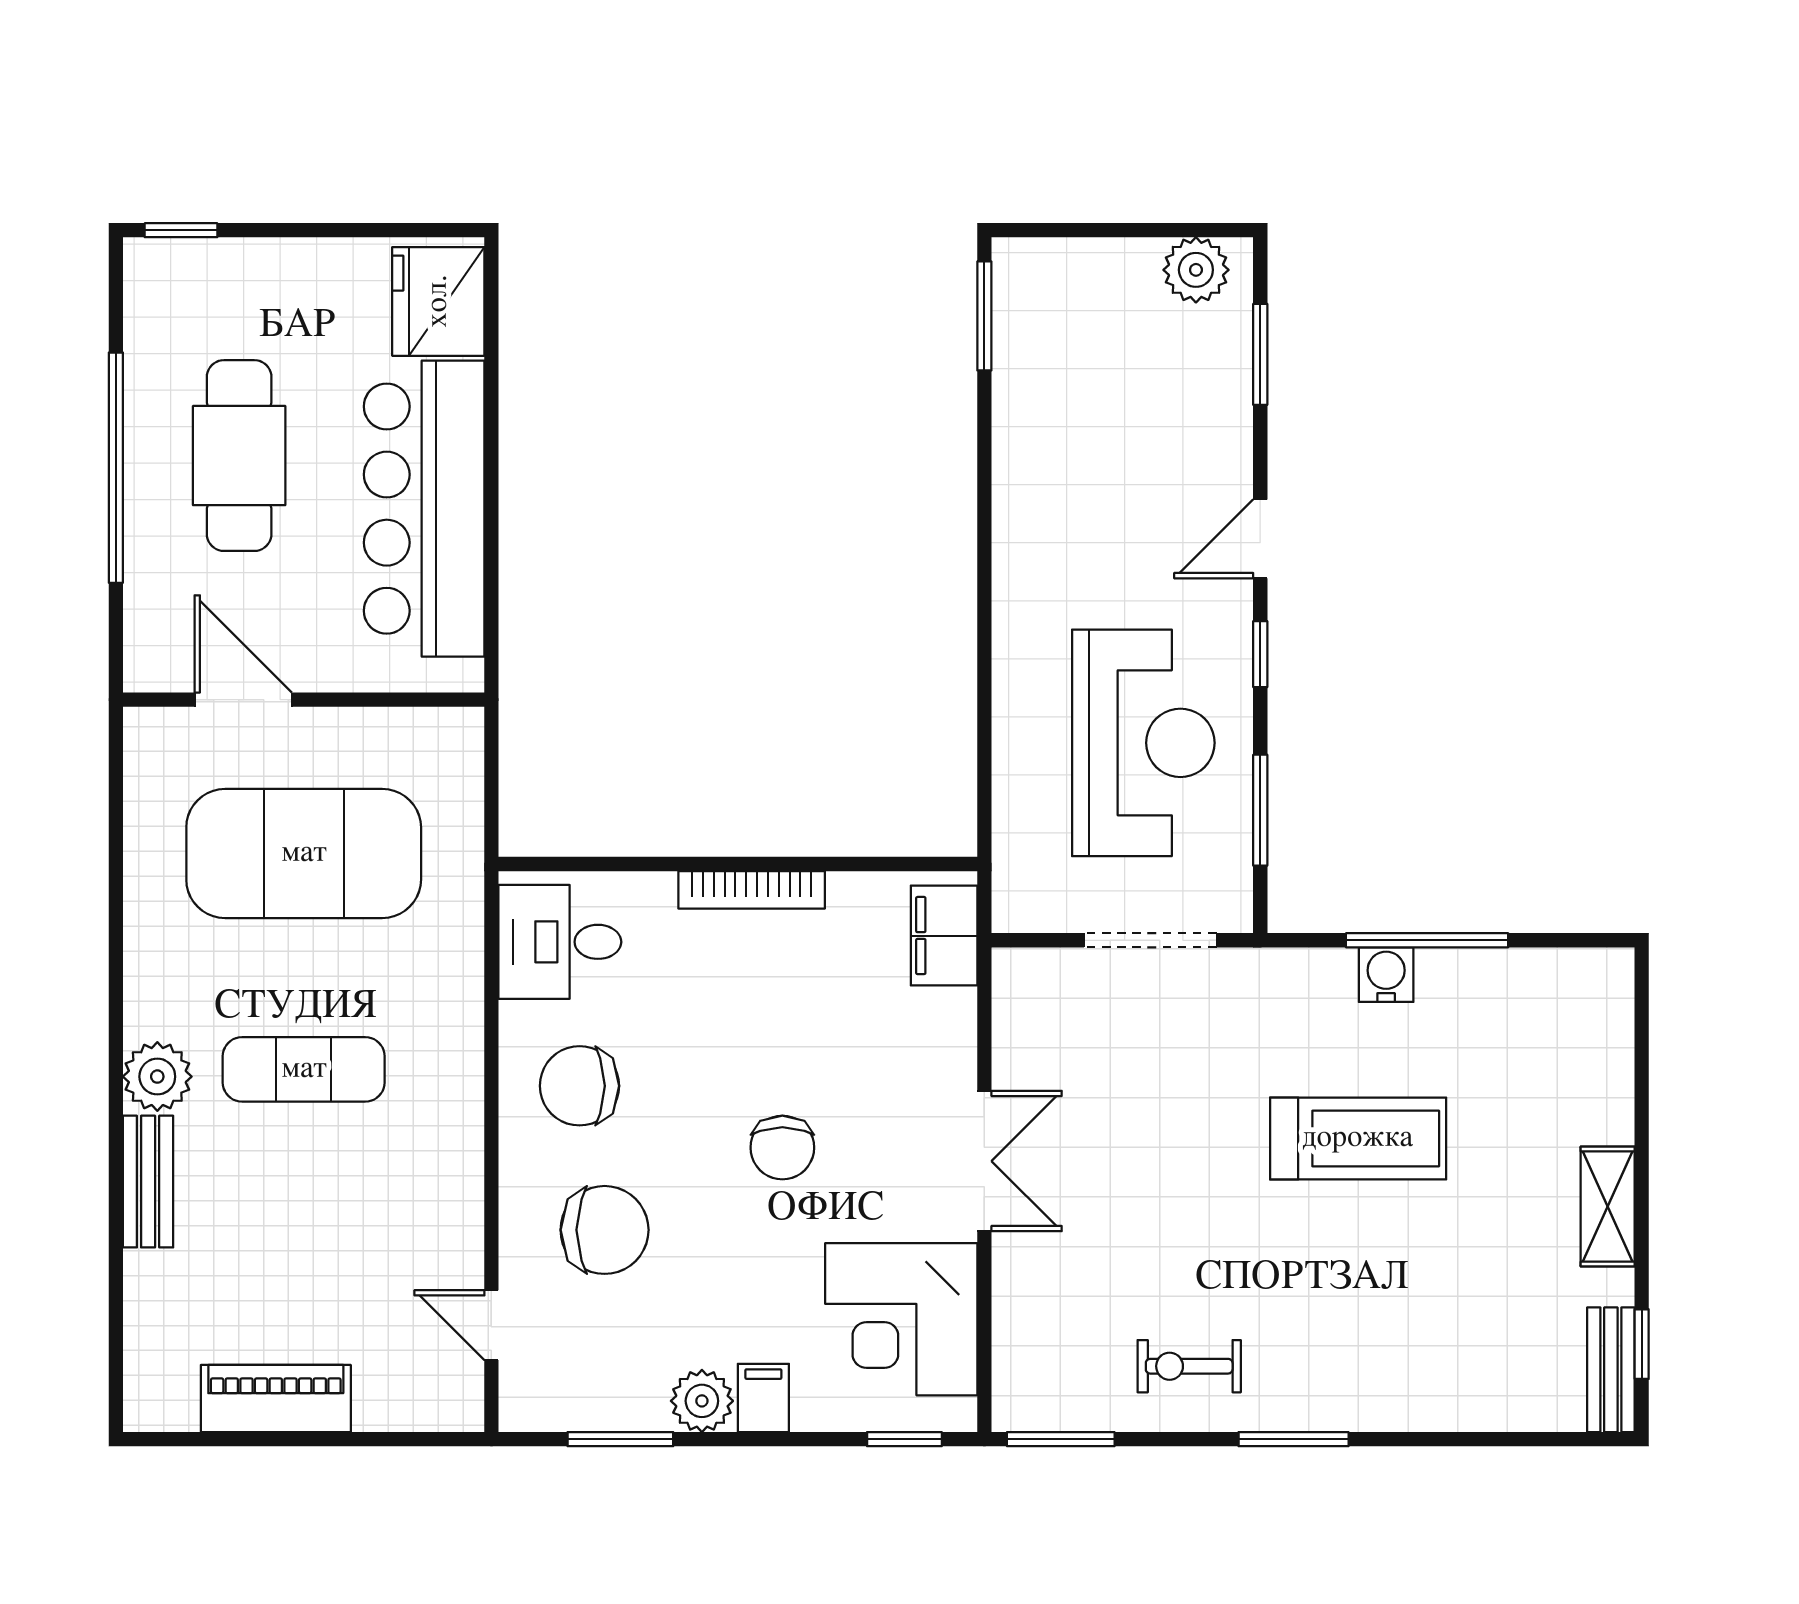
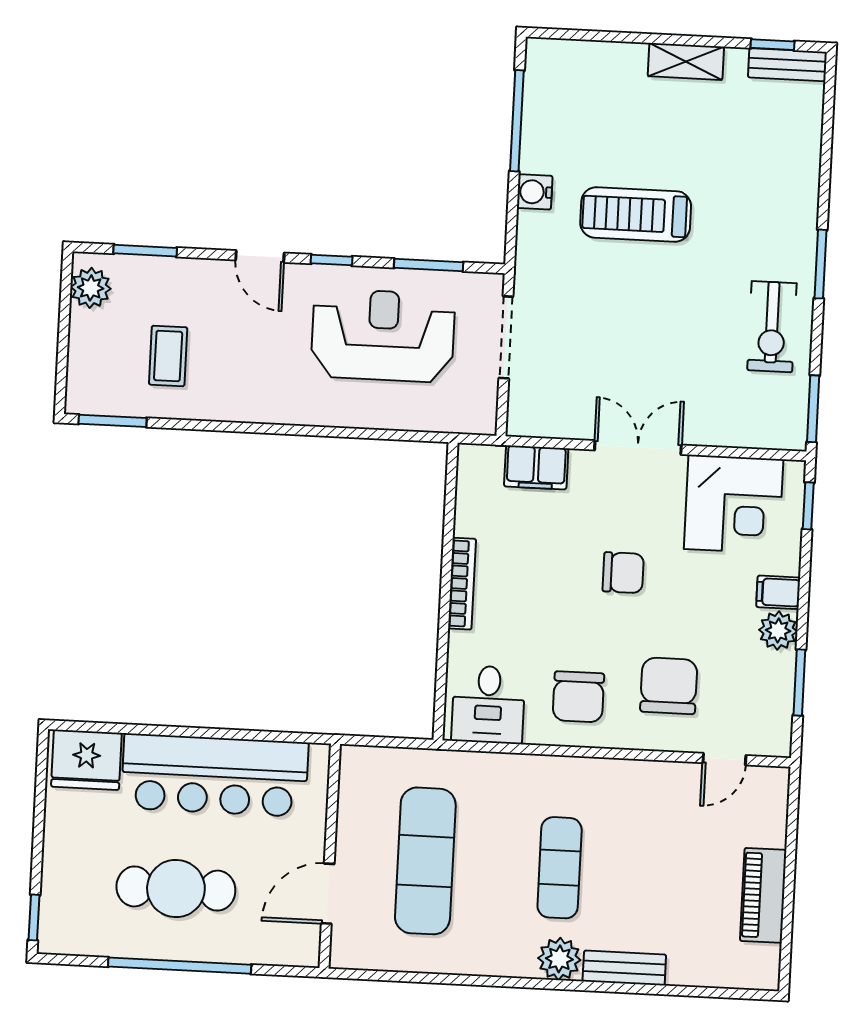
coffee table: (1093, 400) -> (168, 356), added
exercise mat: (304, 853) -> (425, 861), width x0.68
filing cabinet: (944, 936) -> (536, 467), moved
window: (1427, 940) -> (517, 121), moved
treadmill: (1358, 1138) -> (636, 214), turned -90
exercise bike: (1189, 1366) -> (772, 327), width x1.38, depth x1.39

